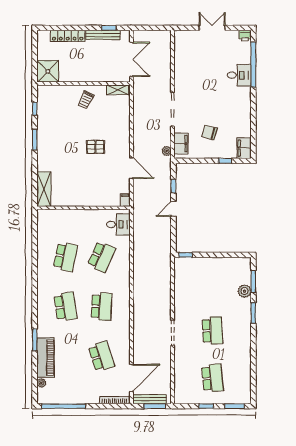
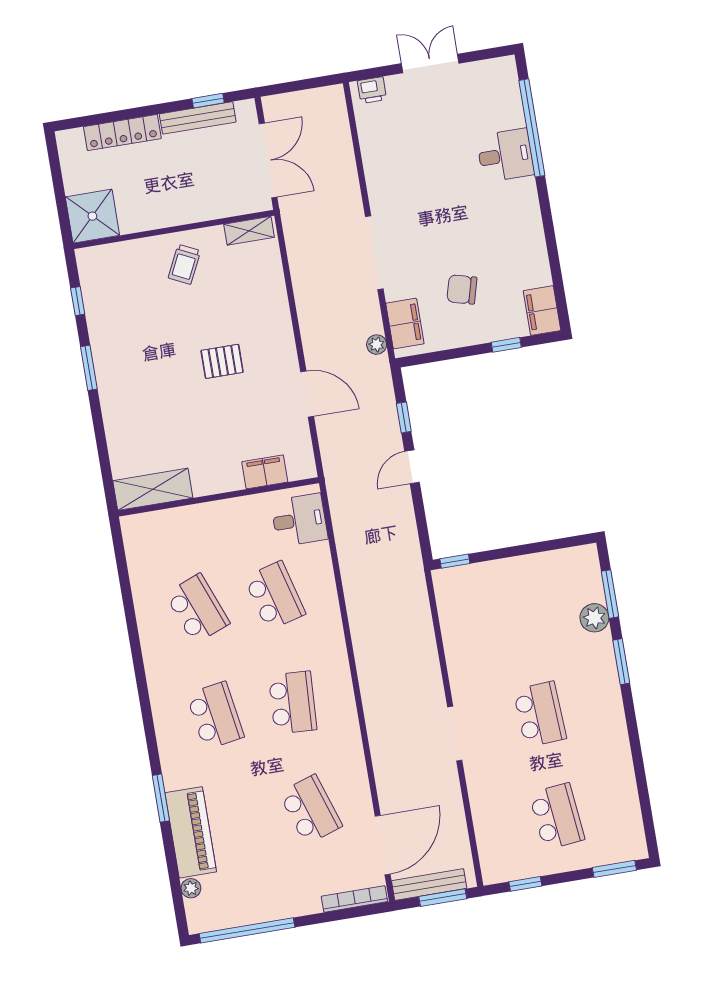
printer: (245, 35) -> (372, 90), moved
shelving: (44, 189) -> (153, 489), moved, turned 90
filing cabinet: (125, 200) -> (265, 472), moved, width x2.00
school desk: (66, 257) -> (197, 609), turned -33
school desk: (101, 257) -> (275, 596), turned -39
window: (206, 406) -> (525, 884), moved

